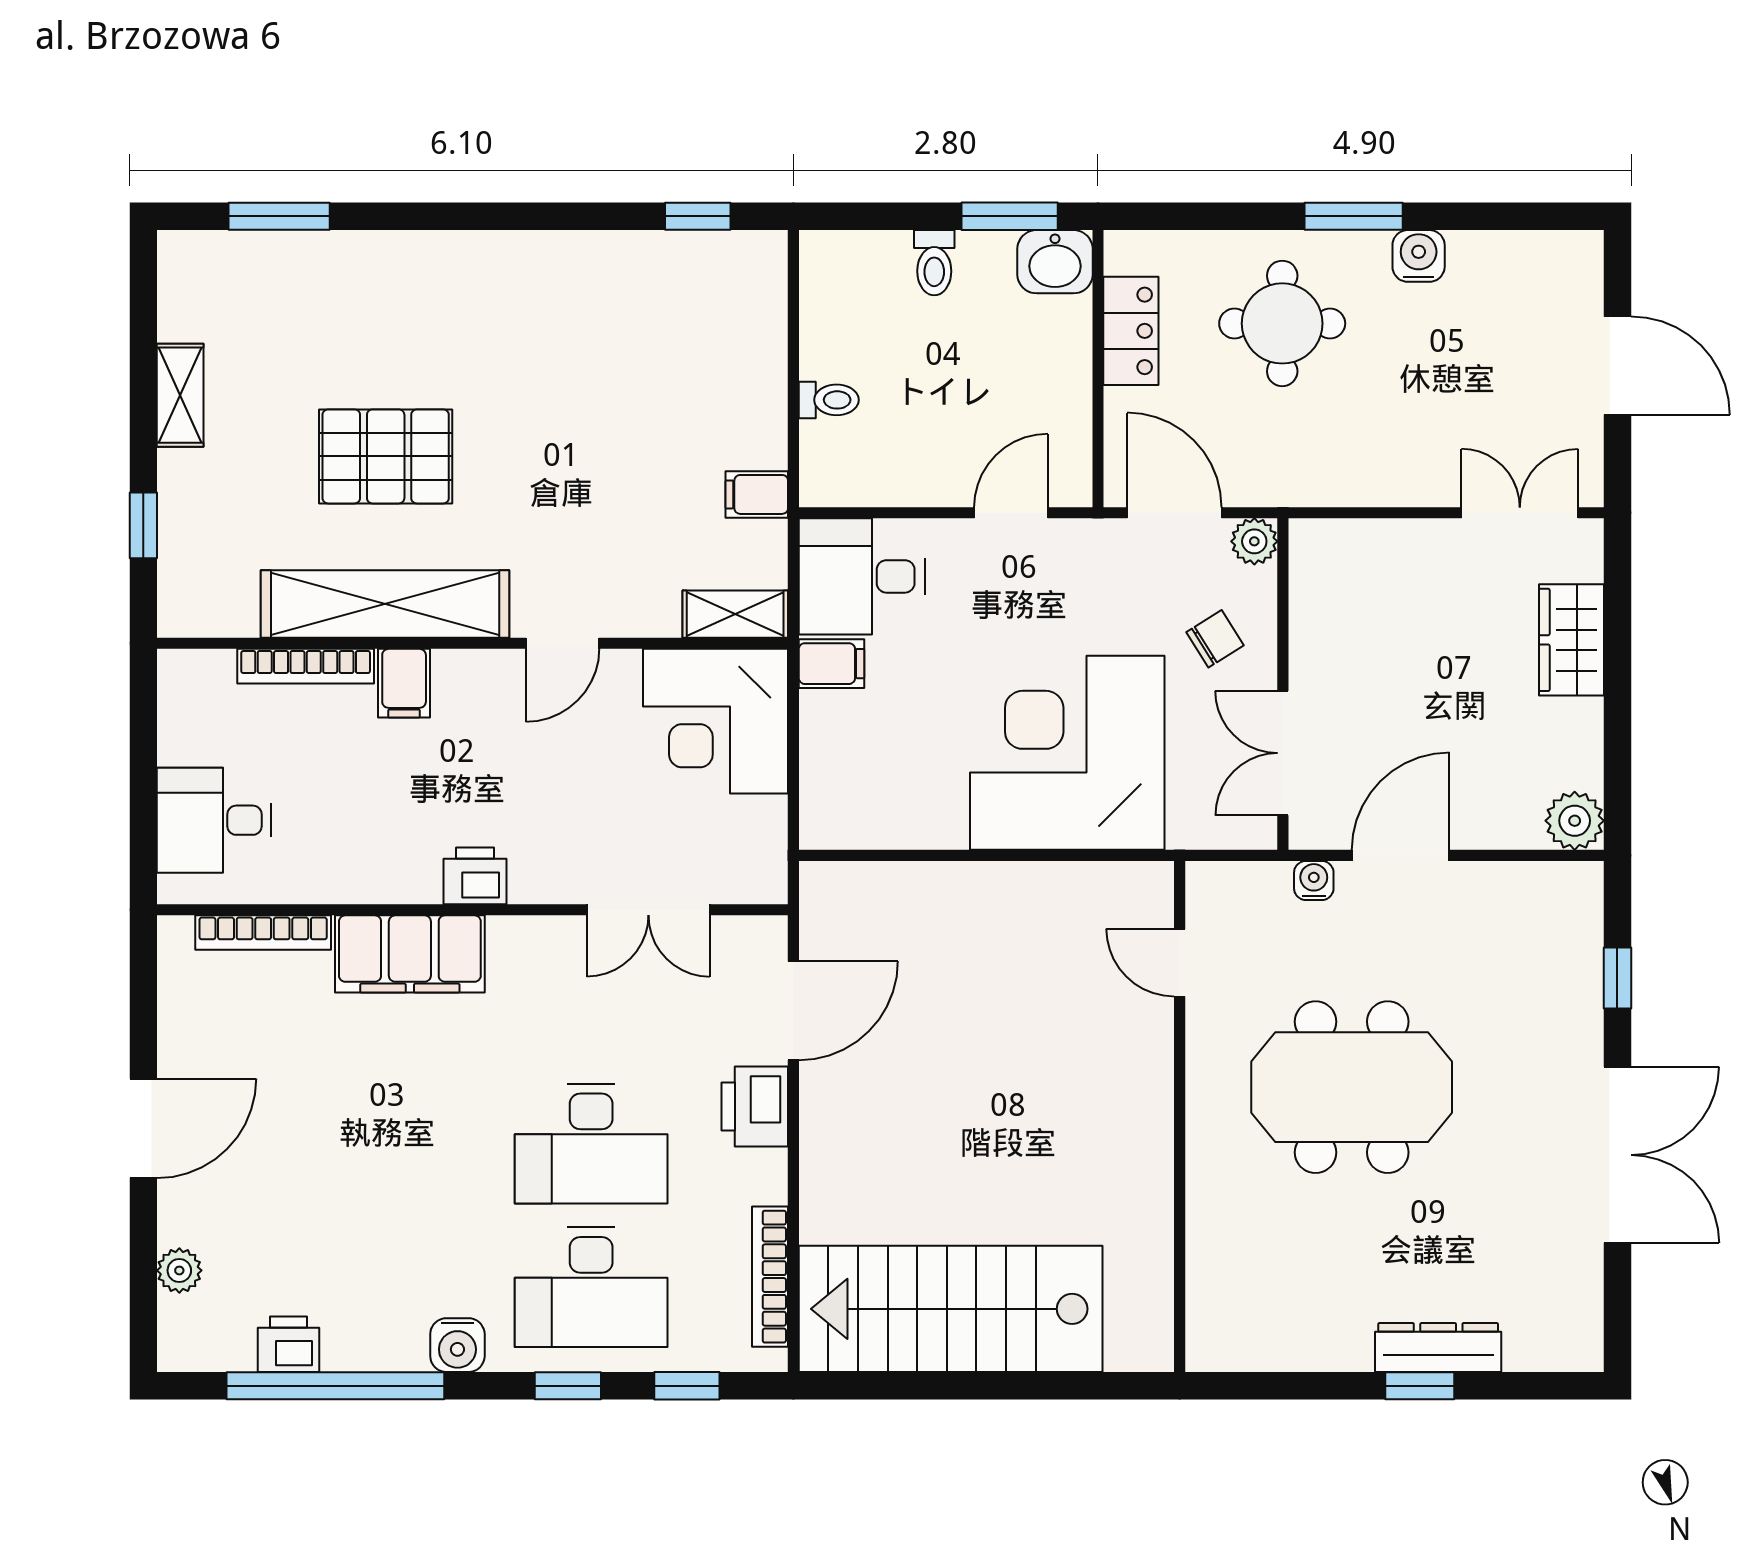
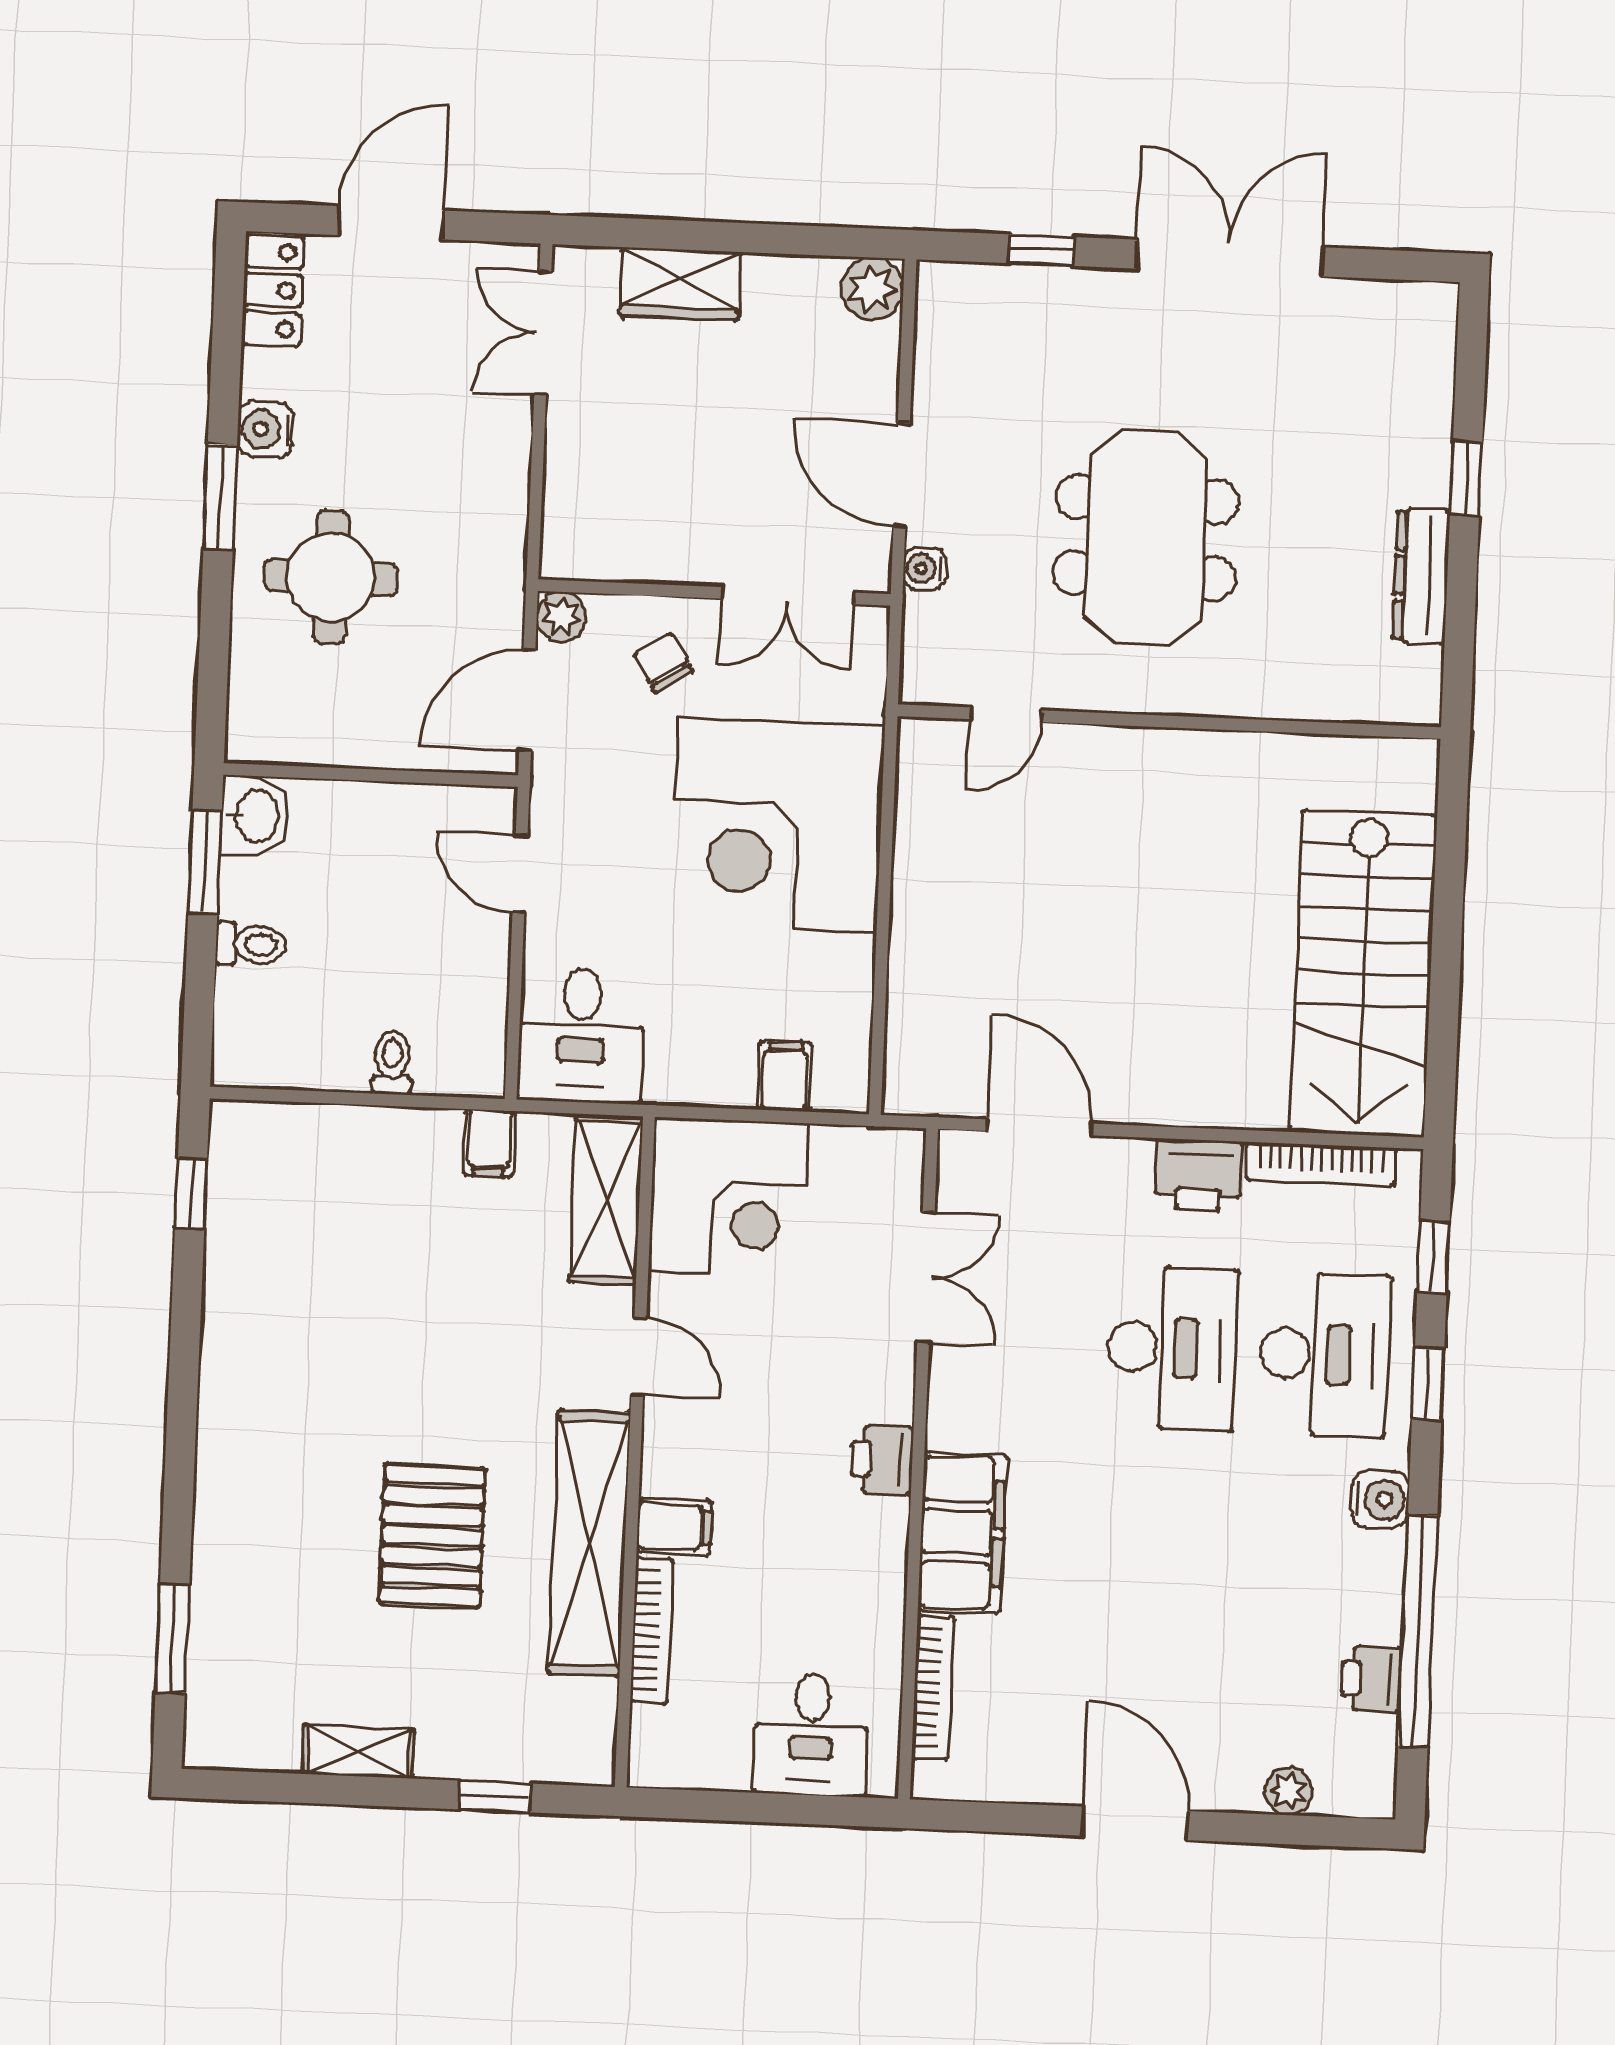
locker: (1131, 331) -> (273, 290), moved, turned 90
shelving: (735, 614) -> (606, 1199), width x1.50, depth x1.33
filing cabinet: (831, 664) -> (785, 1076), moved
printer: (755, 1106) -> (1199, 1175), moved
dresser: (1438, 1347) -> (1421, 576), moved

